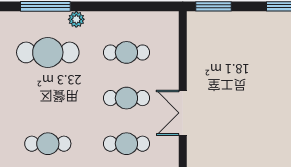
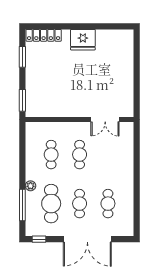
double door: (183, 113) -> (105, 120), moved
cafe table: (126, 144) -> (80, 204), moved

